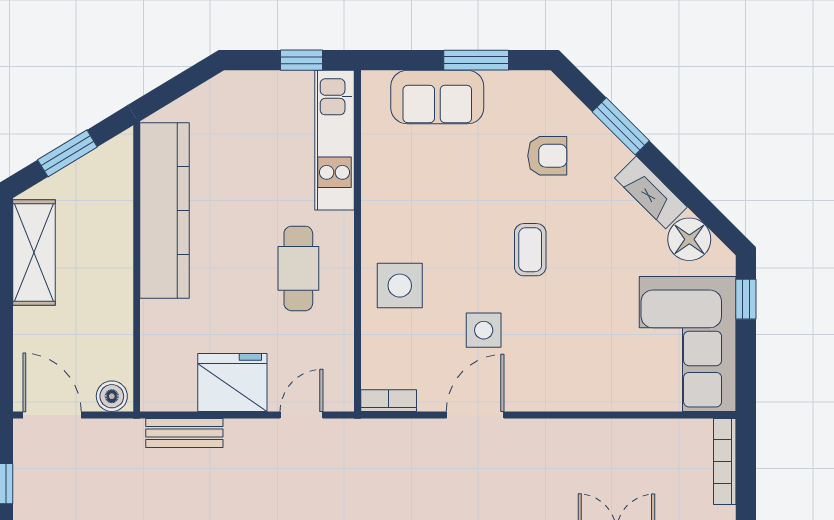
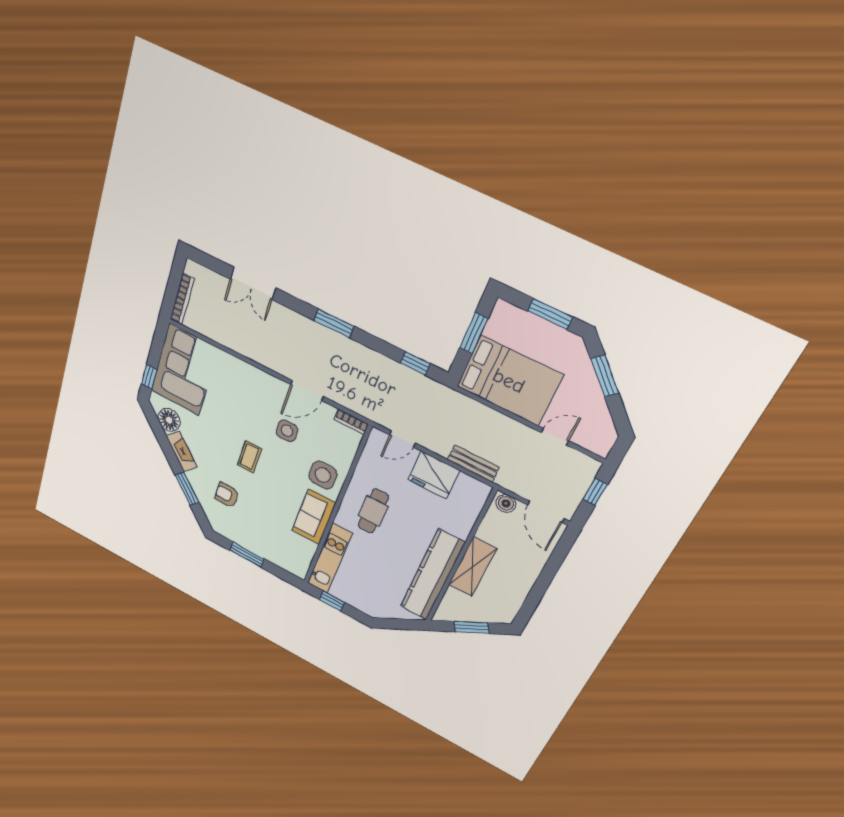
sofa: (437, 97) -> (314, 517), moved, turned -90
shelving: (34, 252) -> (473, 567), moved

